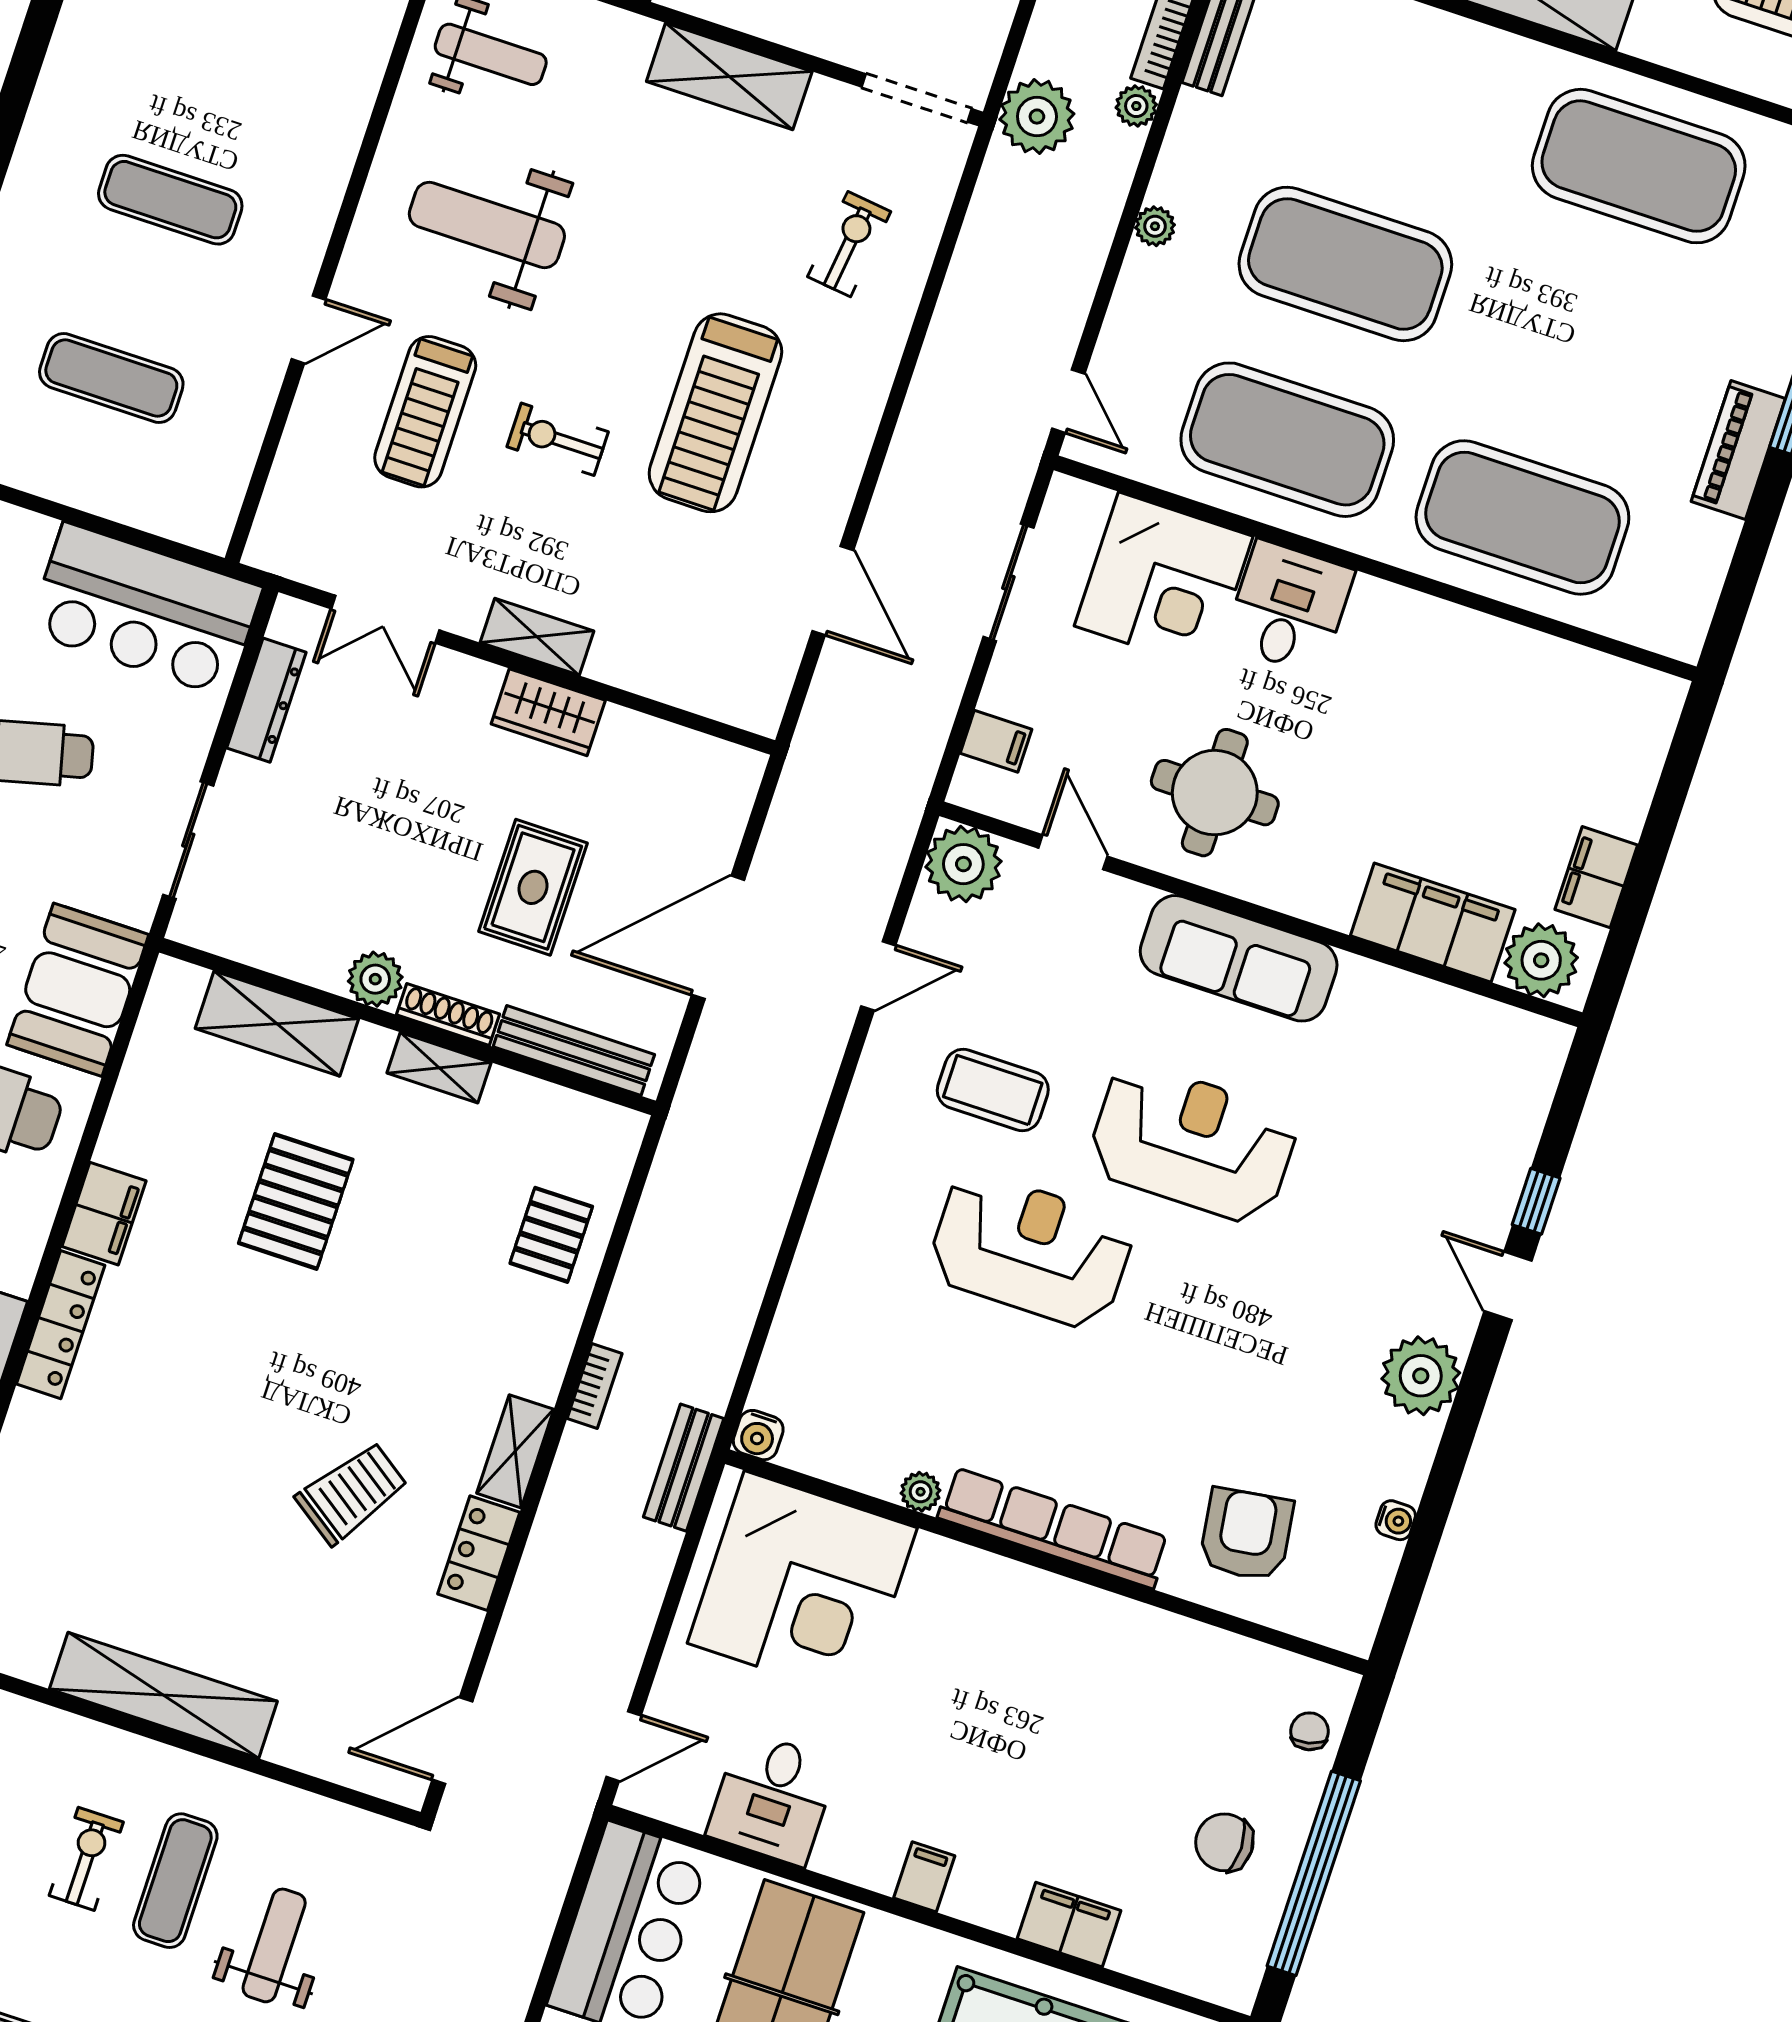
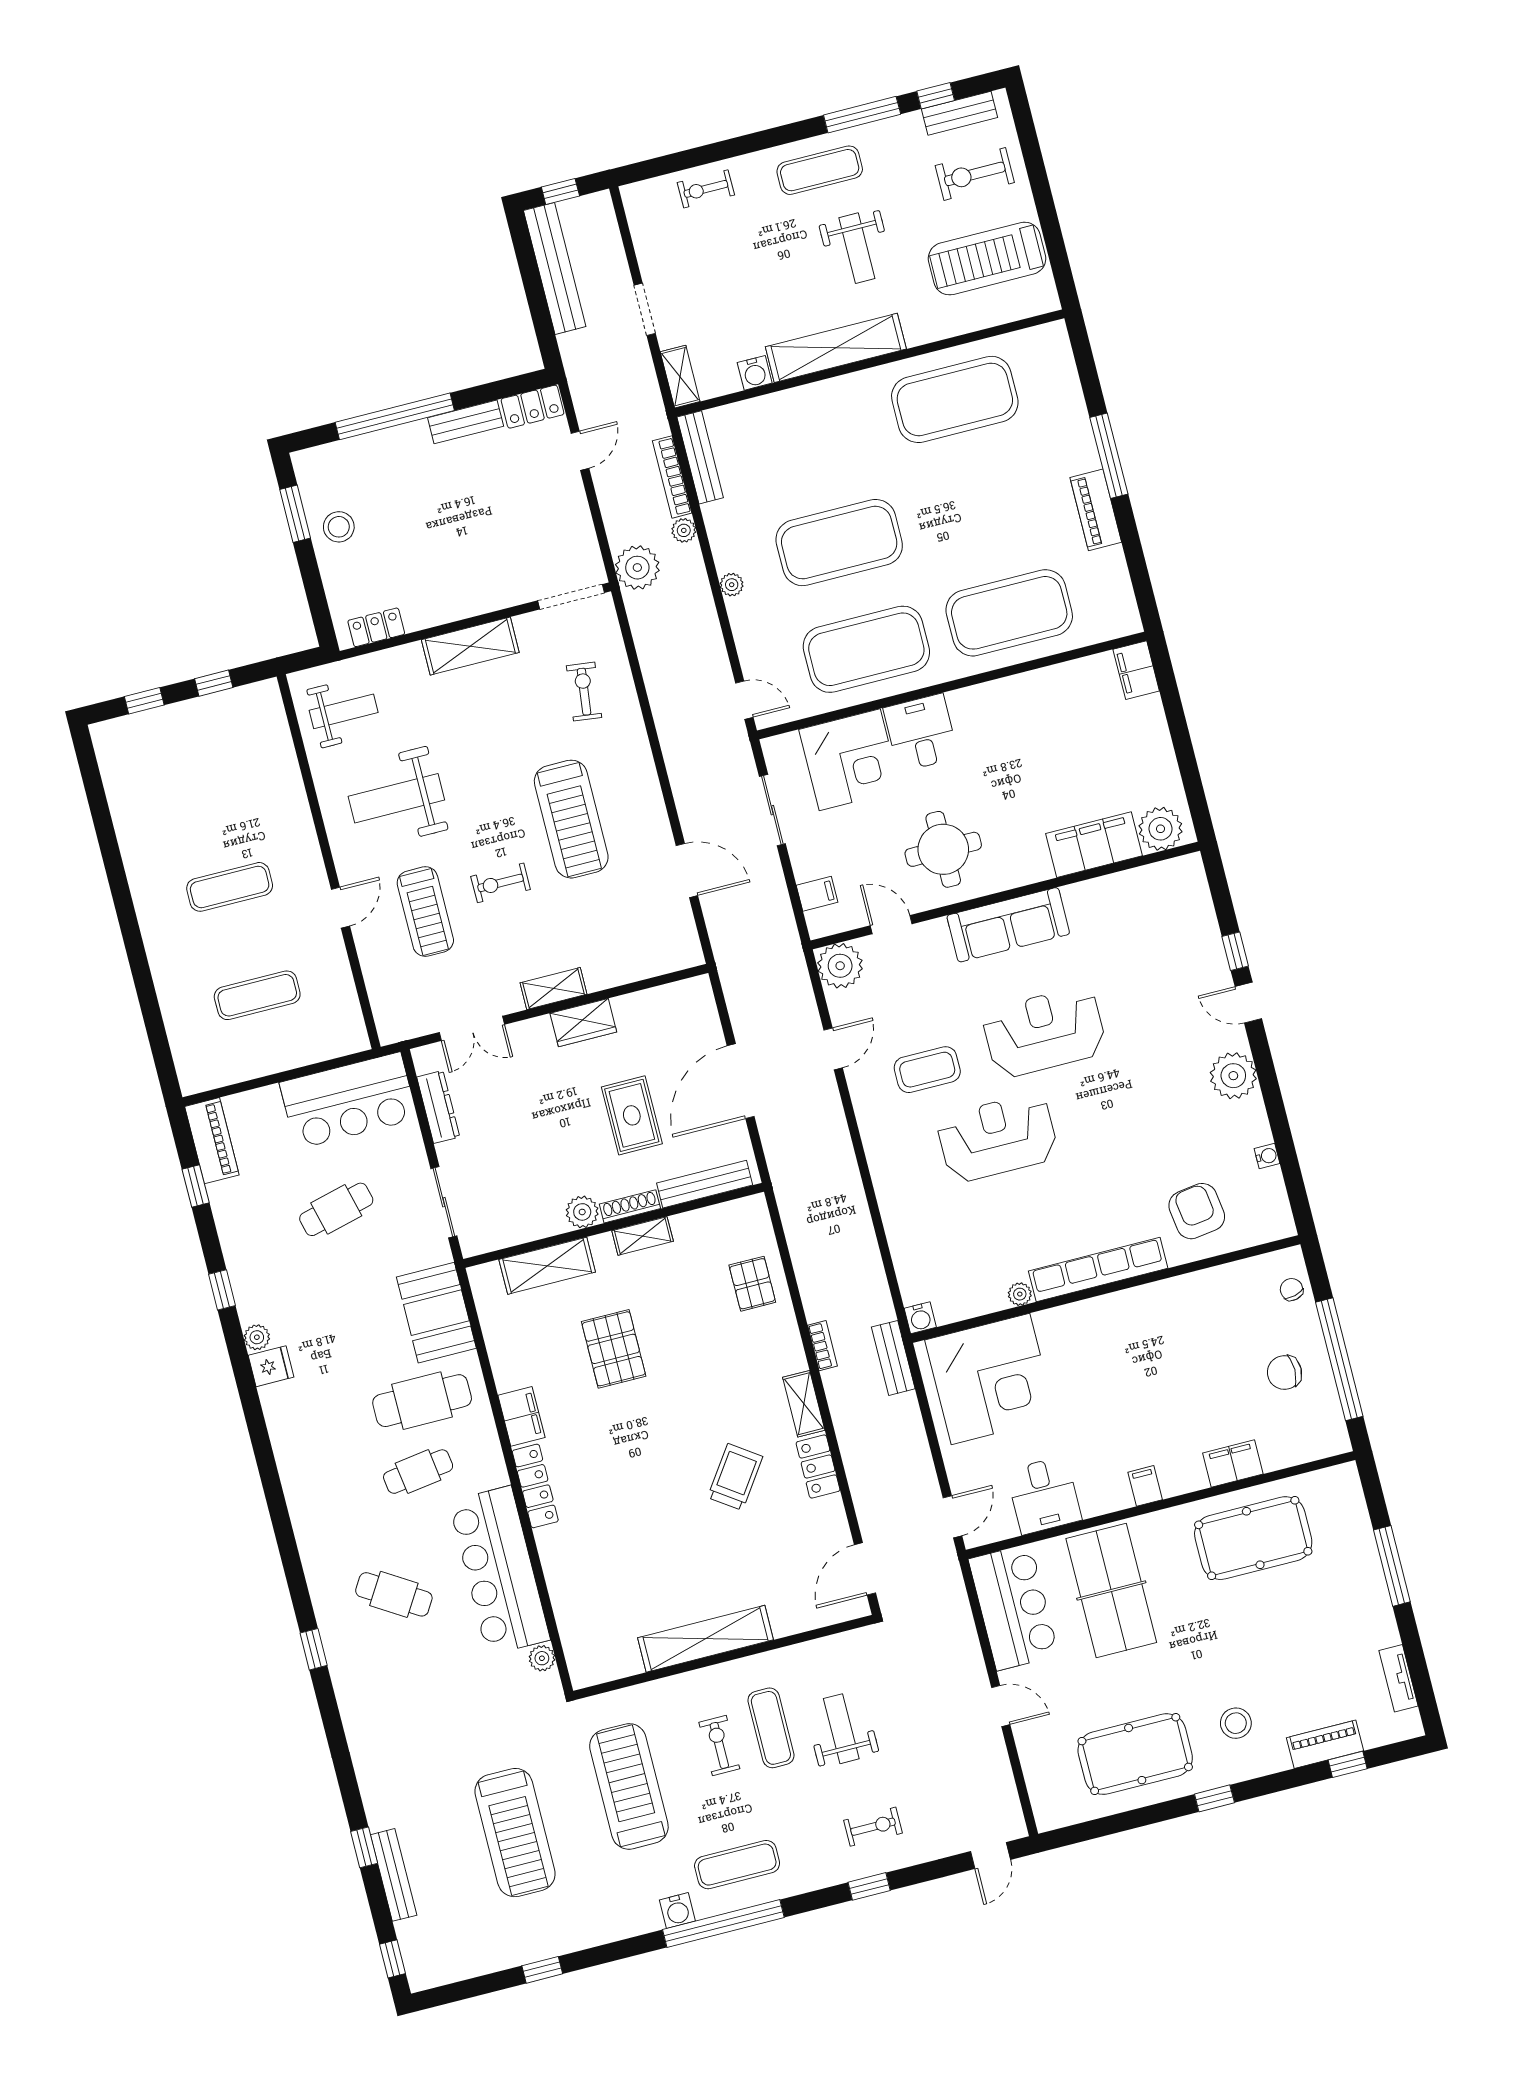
filing cabinet: (1596, 877) -> (1136, 670), moved

